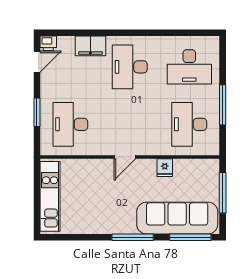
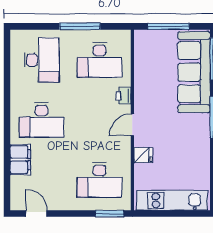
printer: (48, 43) -> (123, 96), moved, turned 180
window: (37, 112) -> (110, 214), moved
door: (125, 157) -> (132, 125), swing flipped
fridge: (165, 168) -> (143, 155), moved

